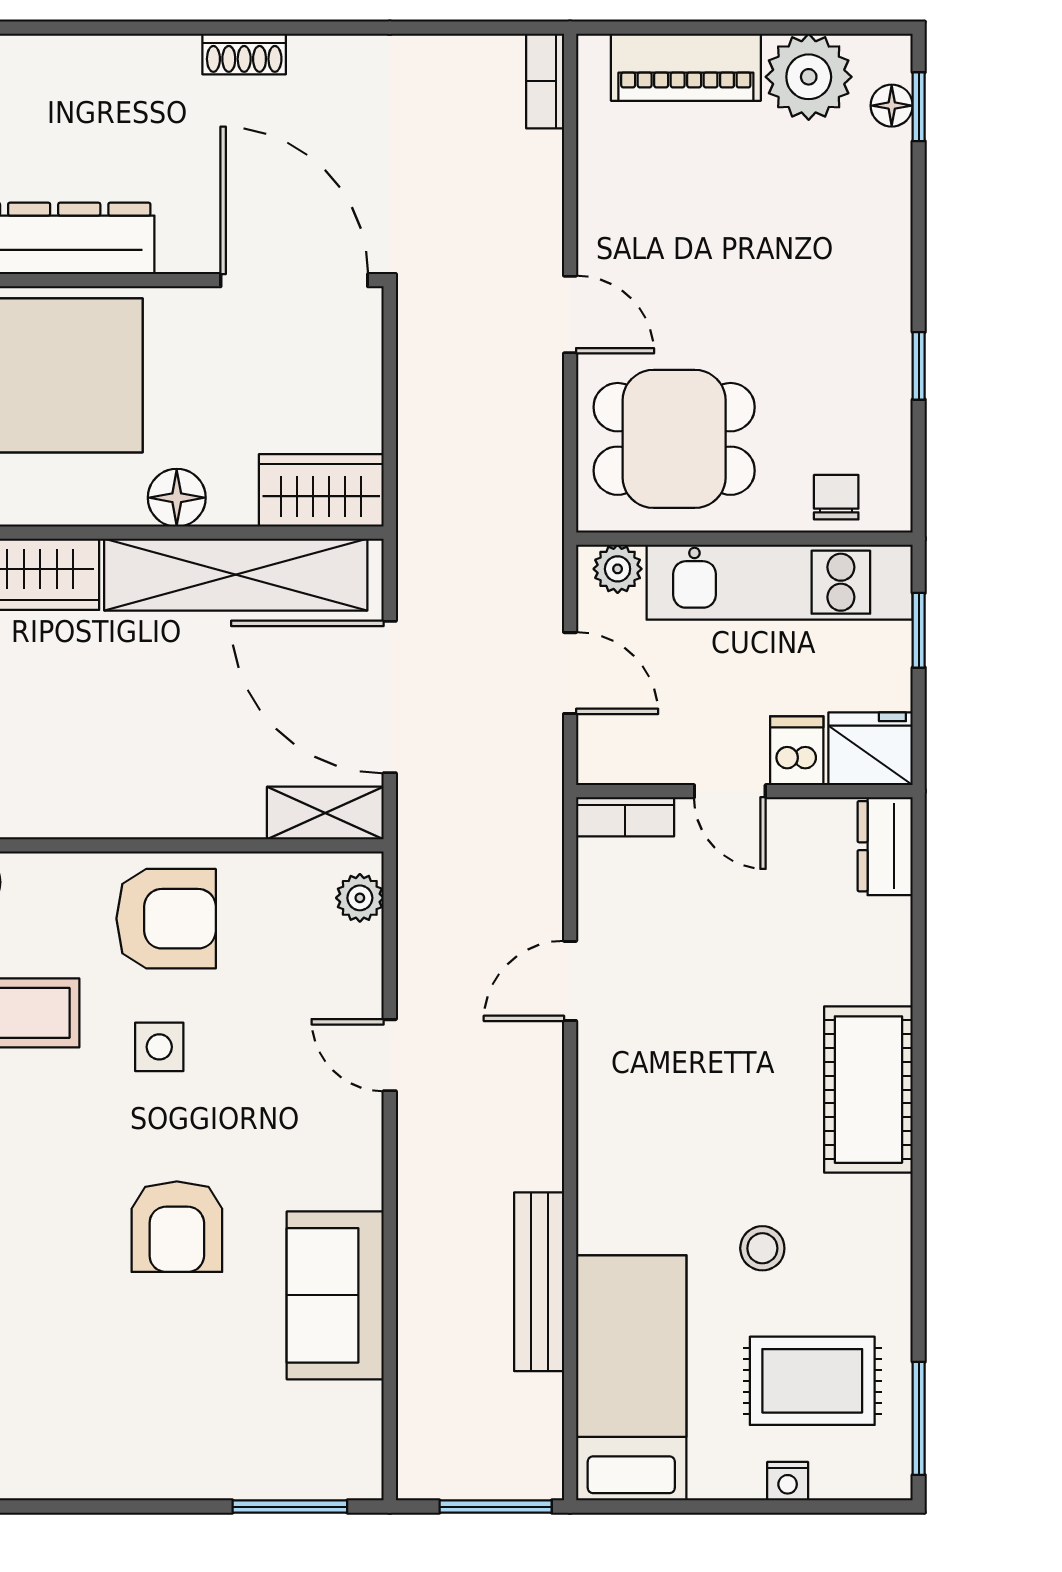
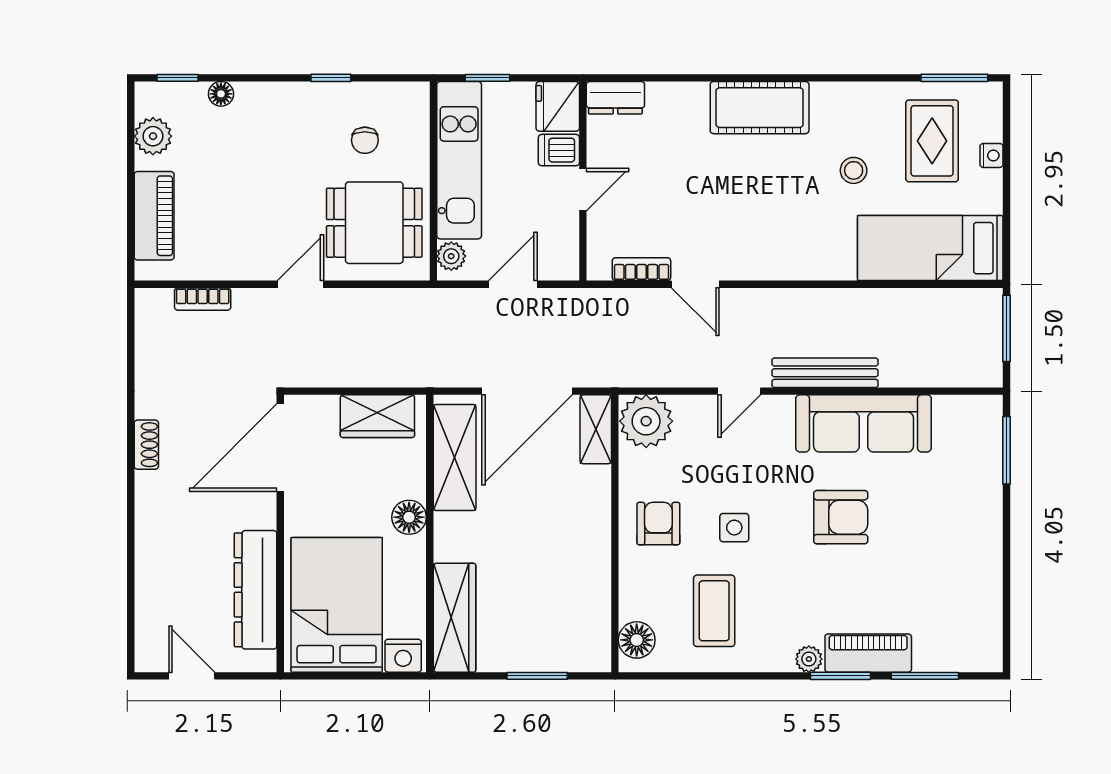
shoe rack: (244, 54) -> (146, 445), moved
plant: (809, 77) -> (153, 136), width x0.73, depth x0.73
bookcase: (545, 81) -> (203, 299), moved
floor lamp: (892, 106) -> (221, 94), moved
dining table: (674, 439) -> (374, 223), turned 90
wardrobe: (321, 490) -> (377, 416), moved, turned -90
chair: (836, 497) -> (365, 140), moved, turned -90
shelving: (236, 575) -> (455, 457), width x0.68
bookcase: (625, 817) -> (641, 269), moved, turned -90
plant: (360, 898) -> (646, 421), width x1.88, depth x1.88
armchair: (166, 919) -> (658, 524), width x0.72, depth x0.72
bench: (539, 1282) -> (825, 373), moved
sofa: (335, 1295) -> (864, 423), width x1.36

